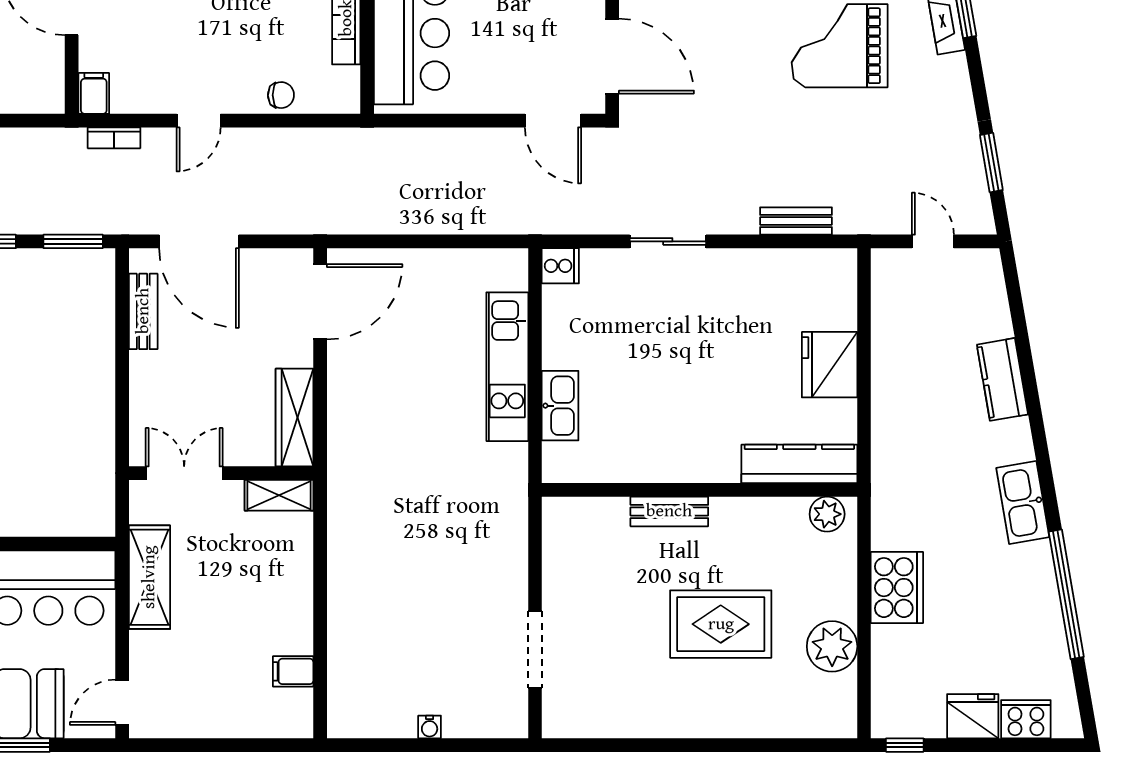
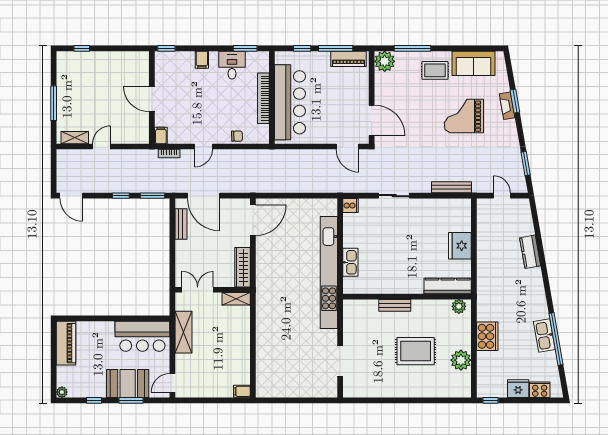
bench: (796, 221) -> (452, 187), width x1.36
kitchen unit: (507, 367) -> (329, 272), width x1.86
kitchen sink: (1023, 503) -> (544, 336), moved
filing cabinet: (293, 671) -> (242, 391), moved
water cooler: (430, 727) -> (297, 393), removed

